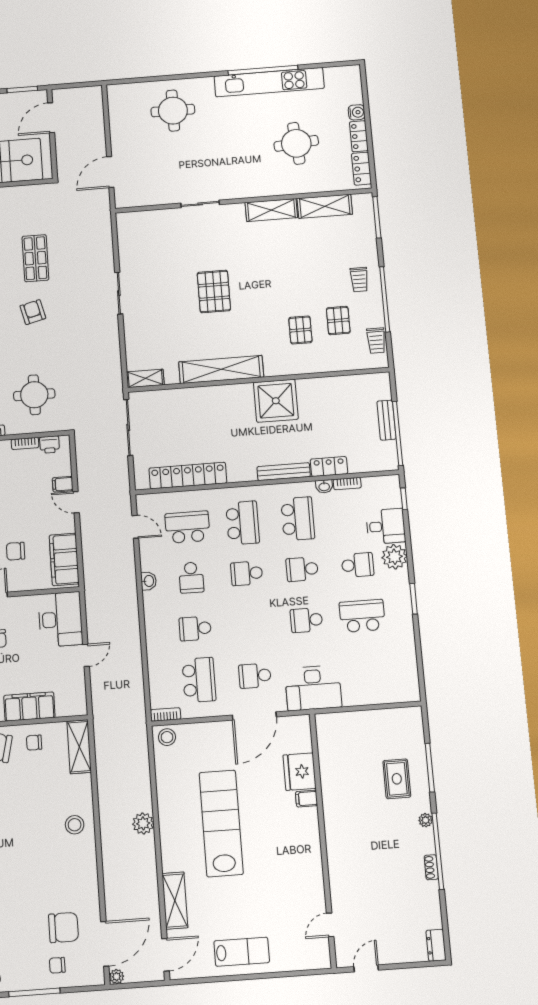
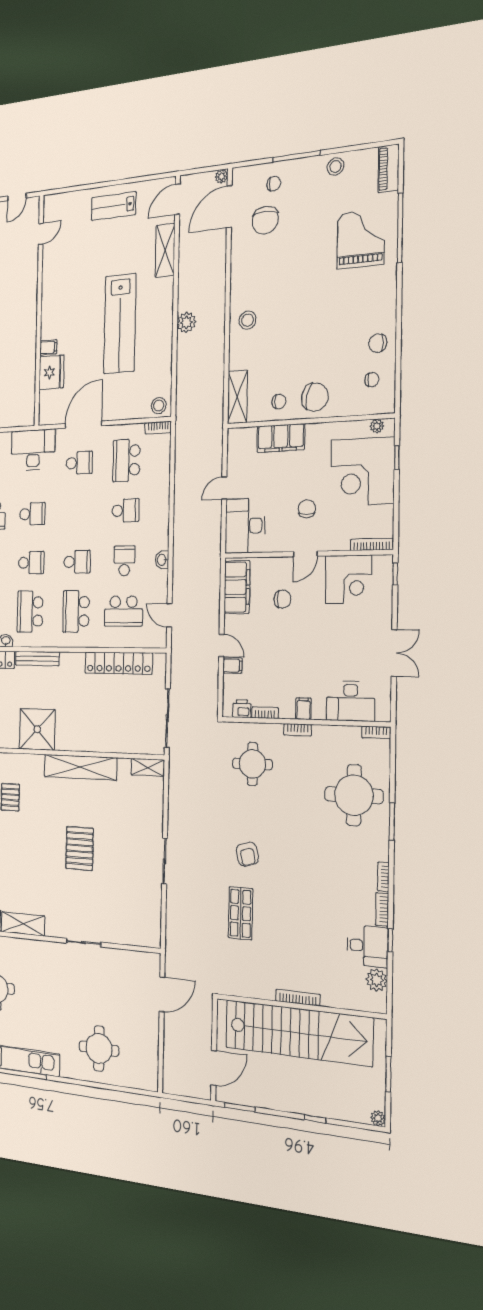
chair: (64, 927) -> (265, 220), turned -90

